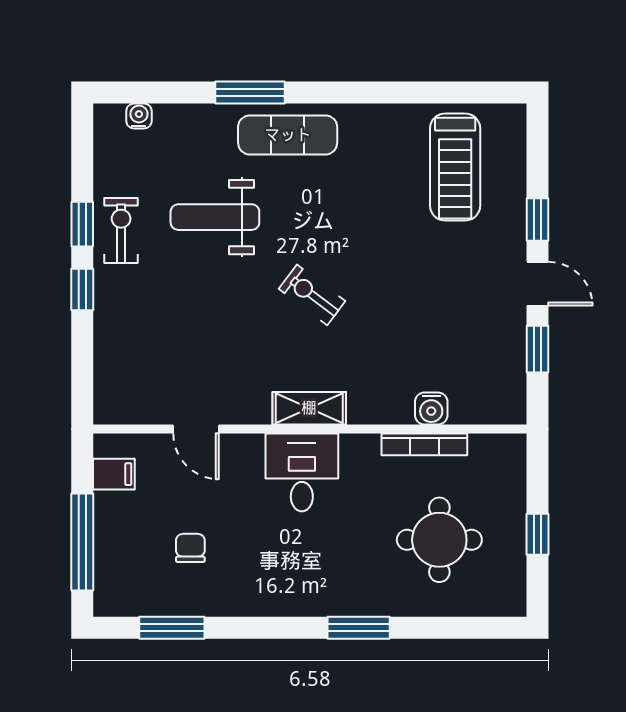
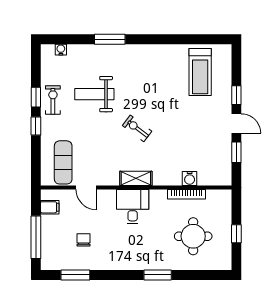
exercise mat: (288, 135) -> (63, 162), moved, turned 90

